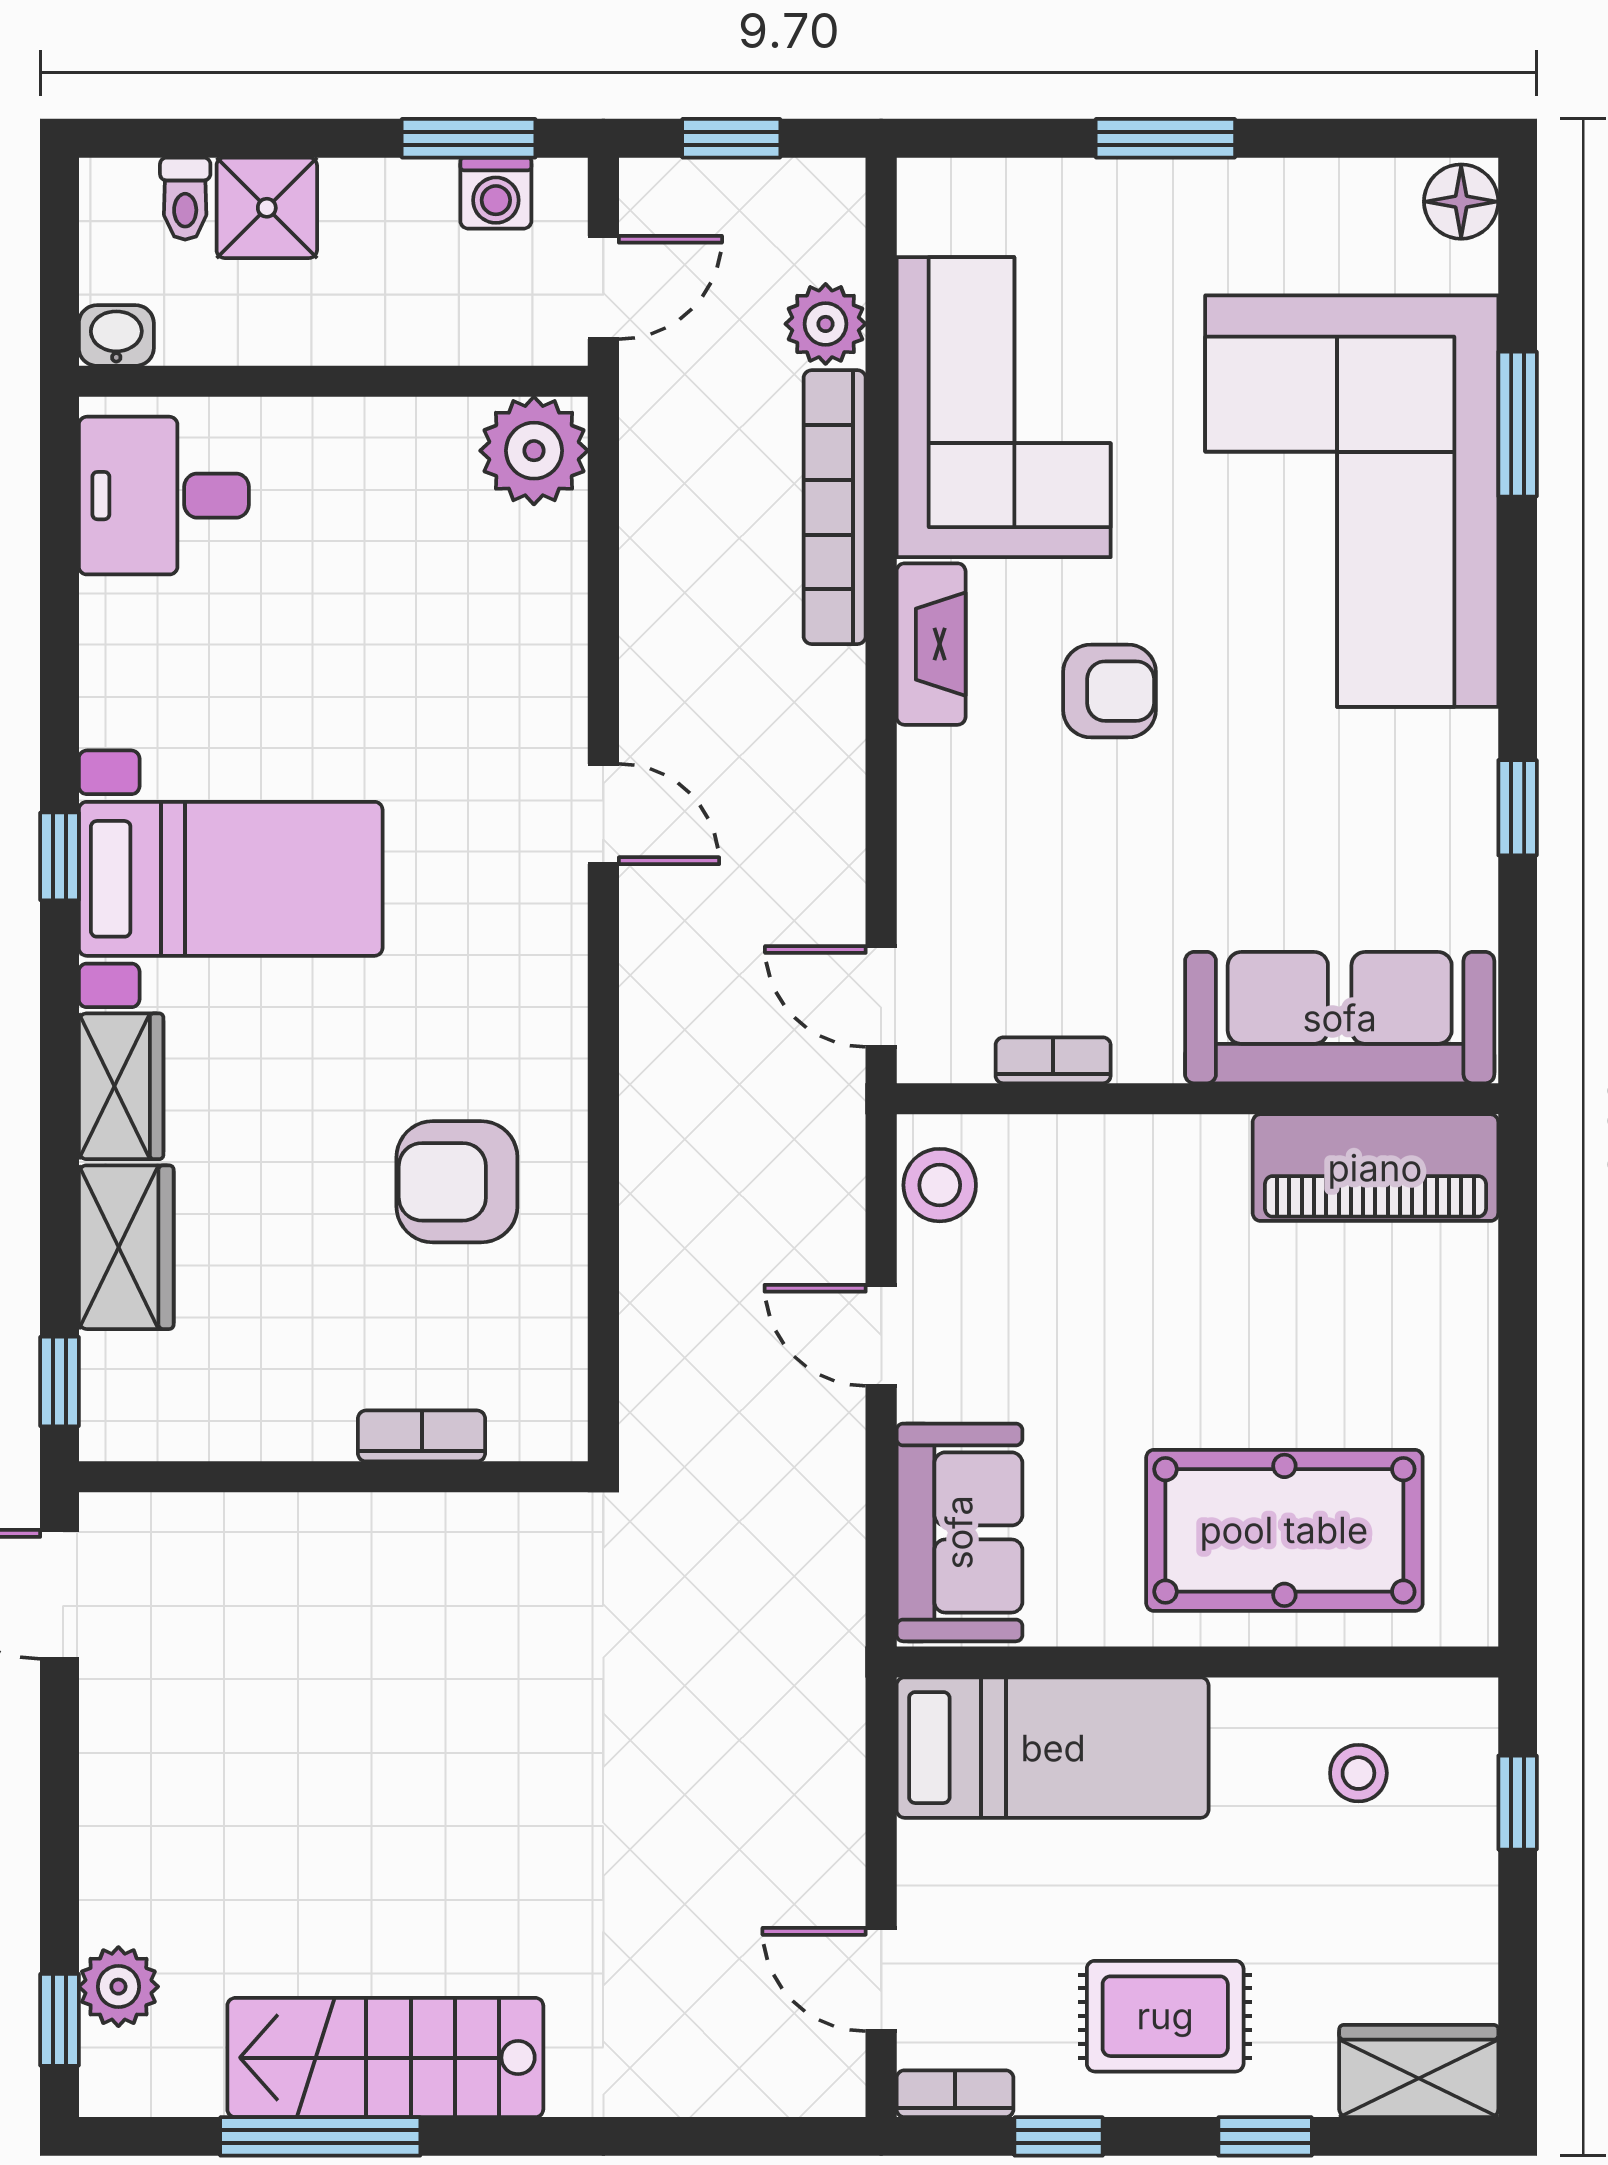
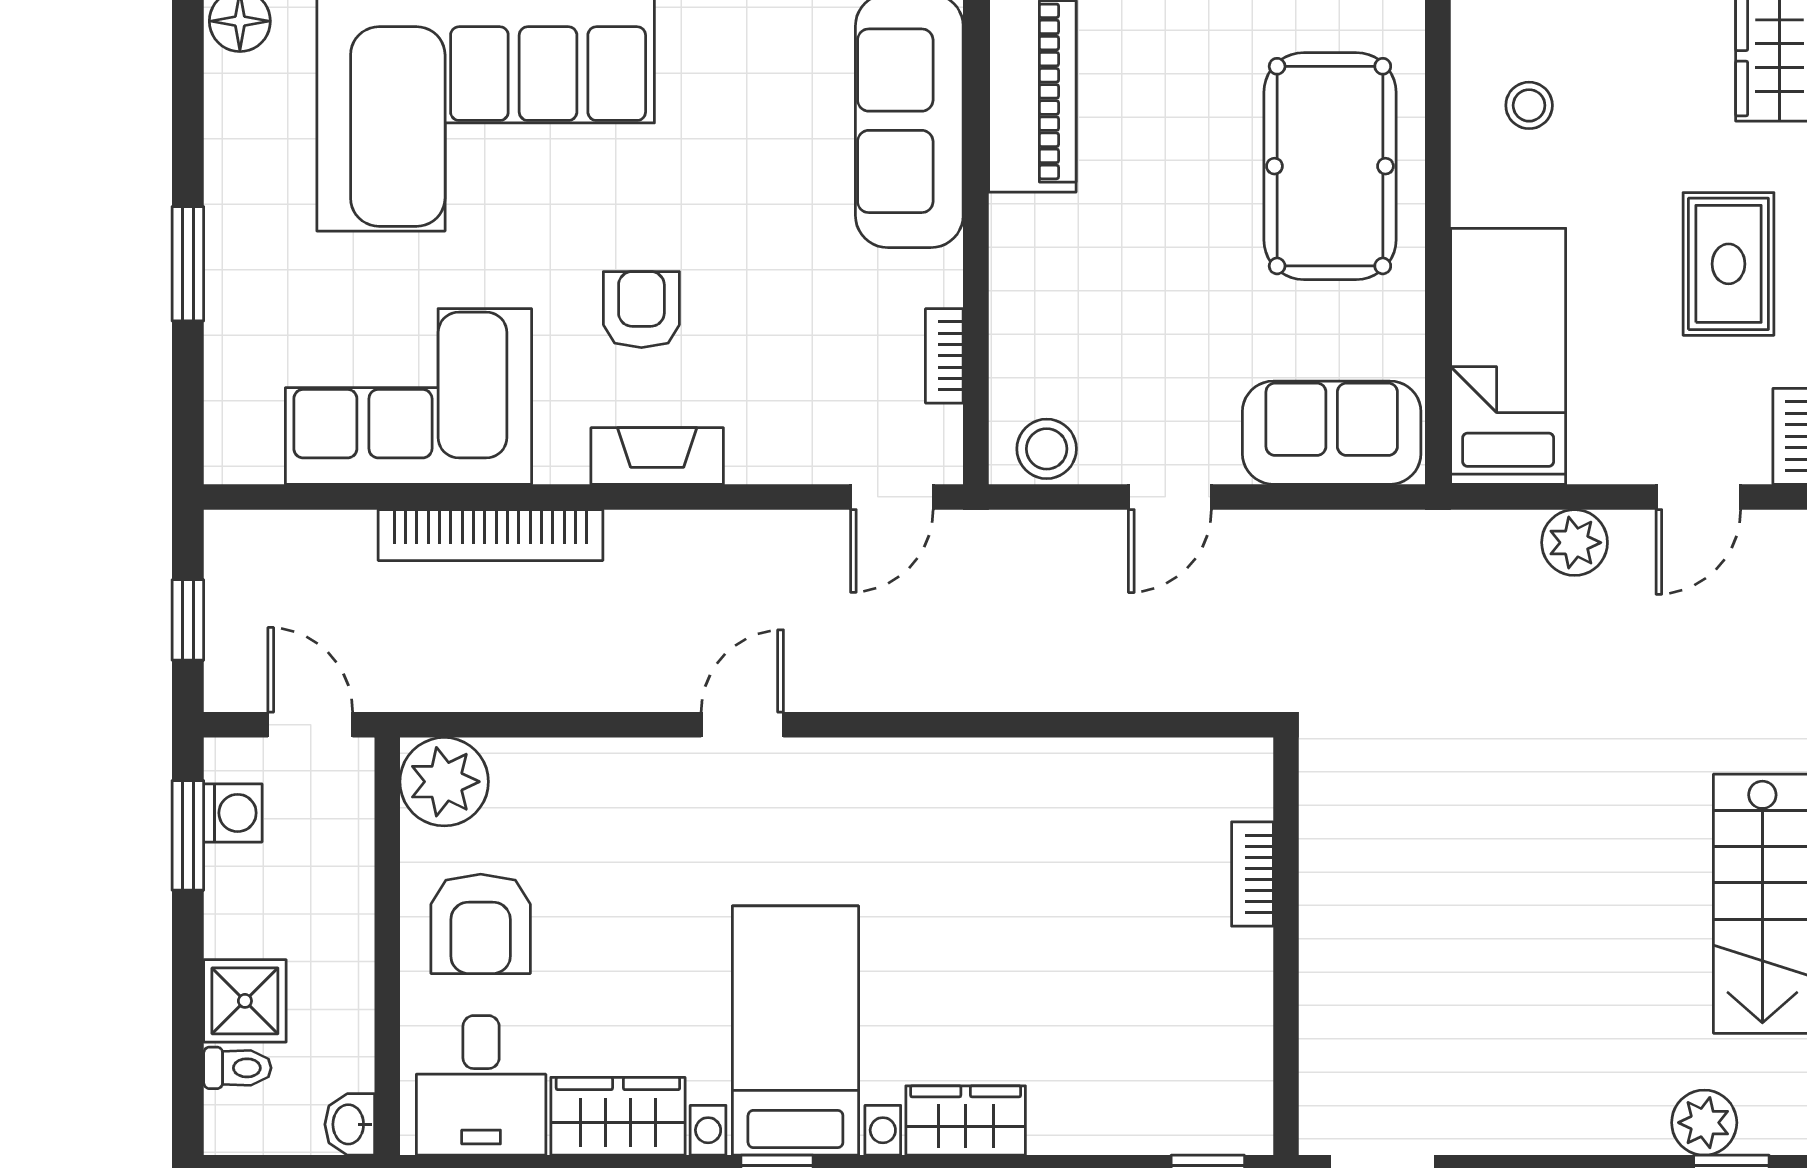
plant: (826, 324) -> (1575, 543), moved
fireplace: (931, 644) -> (657, 456), moved
armchair: (457, 1182) -> (481, 924), moved
wardrobe: (126, 1247) -> (618, 1116), moved

